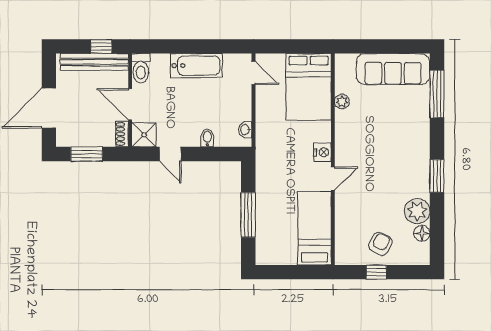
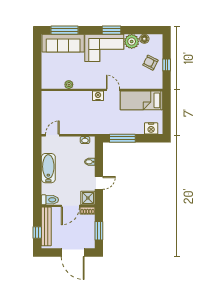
window: (101, 46) -> (37, 232), moved
sofa: (393, 69) -> (63, 43), moved, turned 90
bed: (309, 87) -> (60, 104), removed
corner sofa: (406, 163) -> (104, 48), added
window: (248, 215) -> (122, 138), moved
nightstand: (265, 245) -> (151, 128), added

